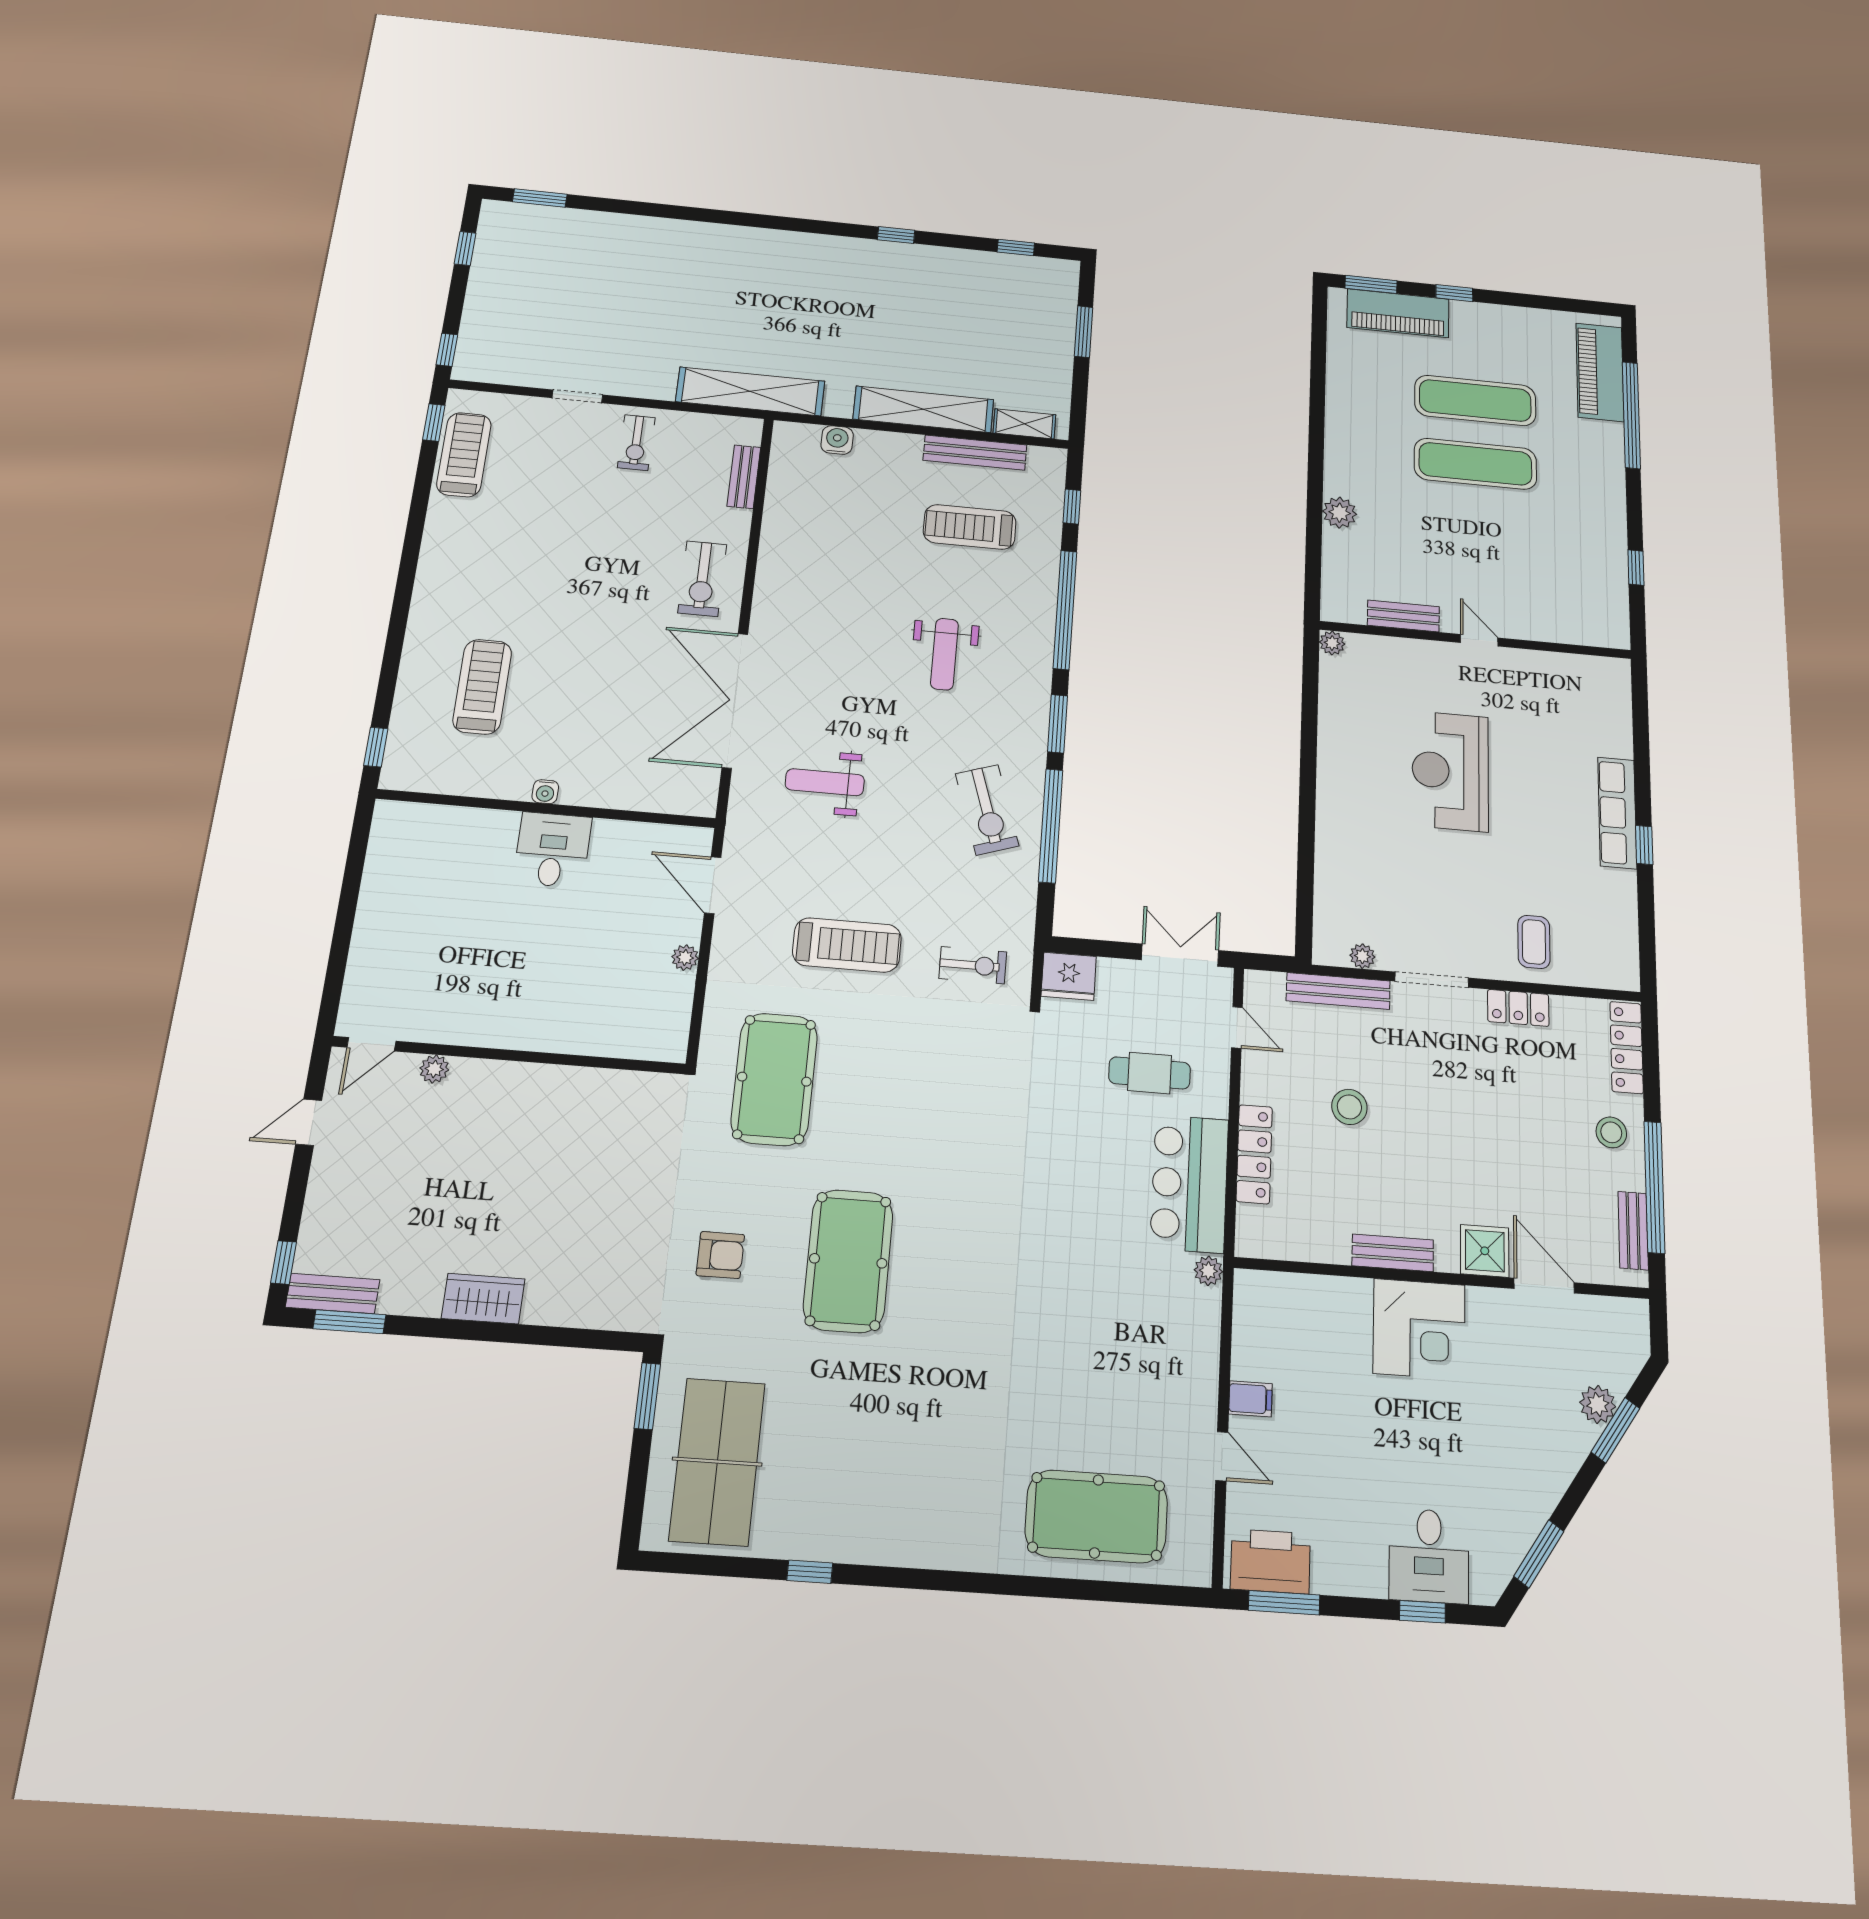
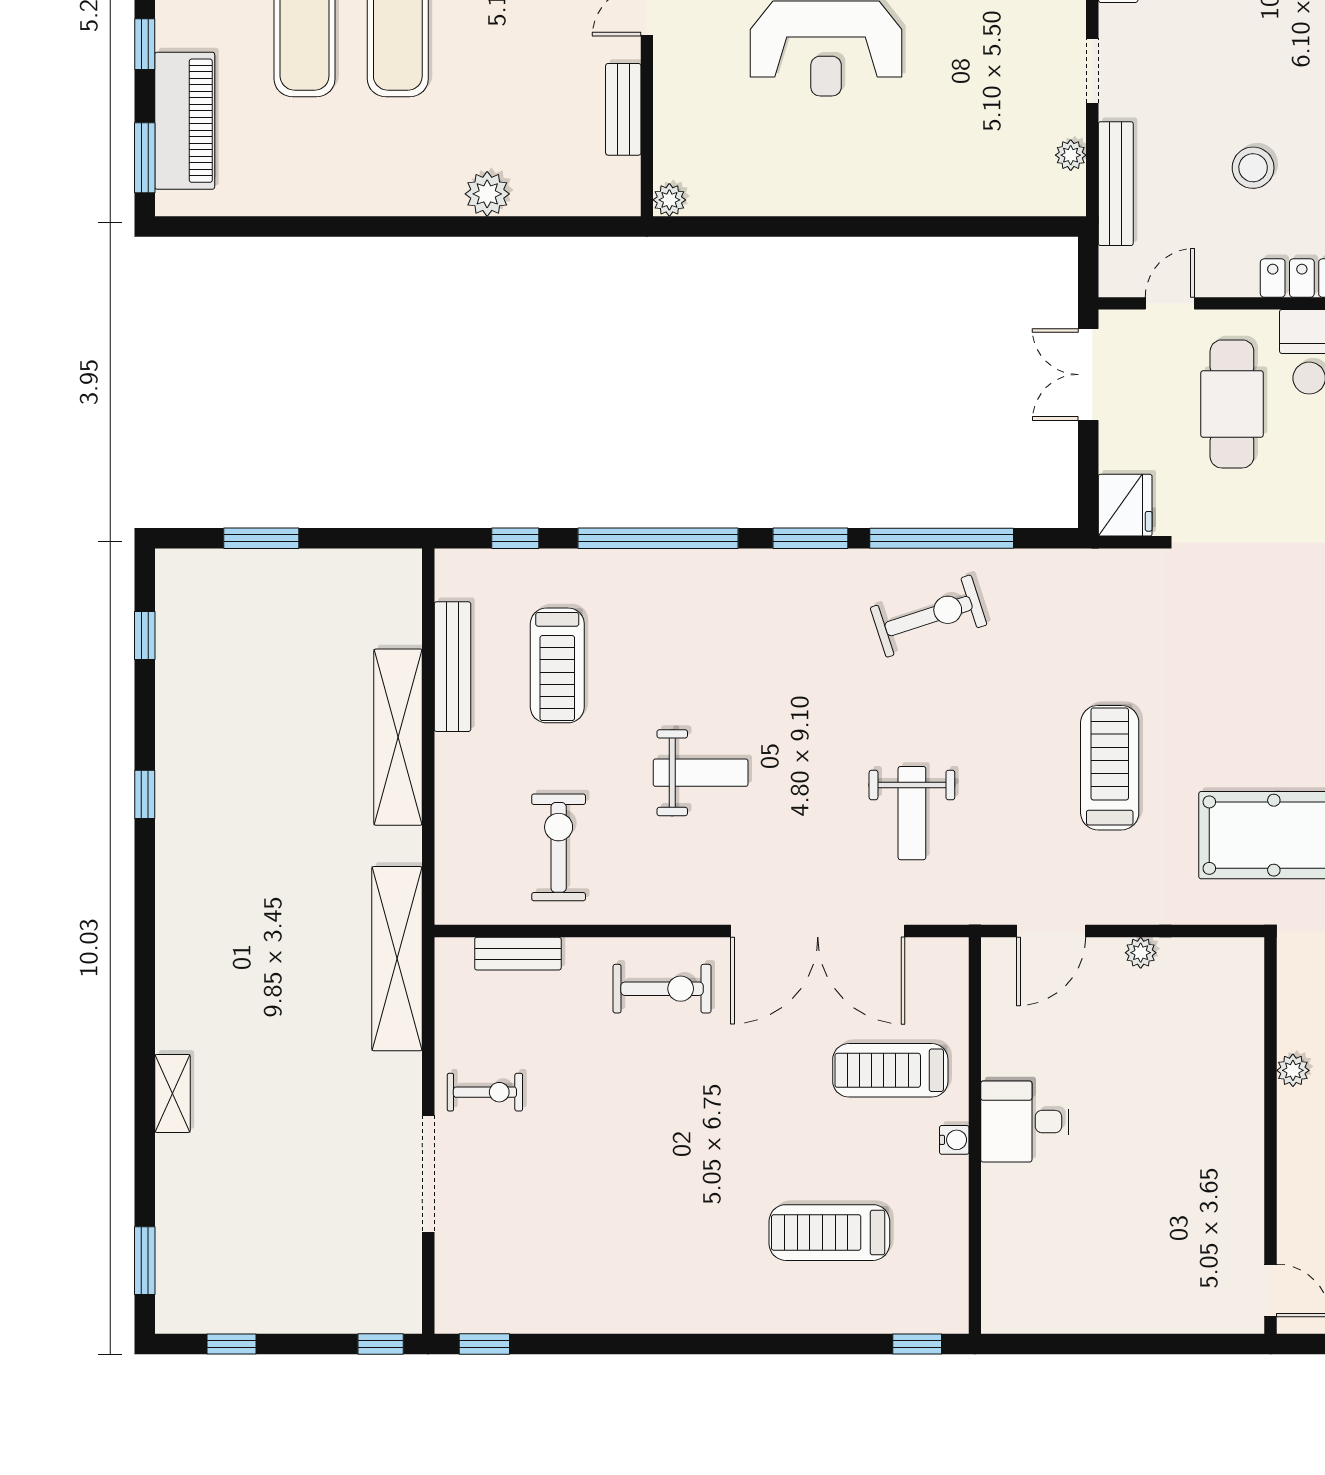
doorway: (577, 396) -> (428, 1174), width x1.88
shelving: (1024, 424) -> (172, 1093), moved
water cooler: (837, 440) -> (454, 842), removed
treadmill: (464, 455) -> (890, 1070), moved
weight bench: (944, 654) -> (701, 773), moved
exercise bike: (973, 965) -> (559, 847), moved, width x1.38, depth x1.39
doorway: (1432, 980) -> (1092, 71), width x0.73
plant: (434, 1069) -> (1293, 1070), moved
cafe table: (1150, 1073) -> (1232, 404), width x1.37, depth x1.35

